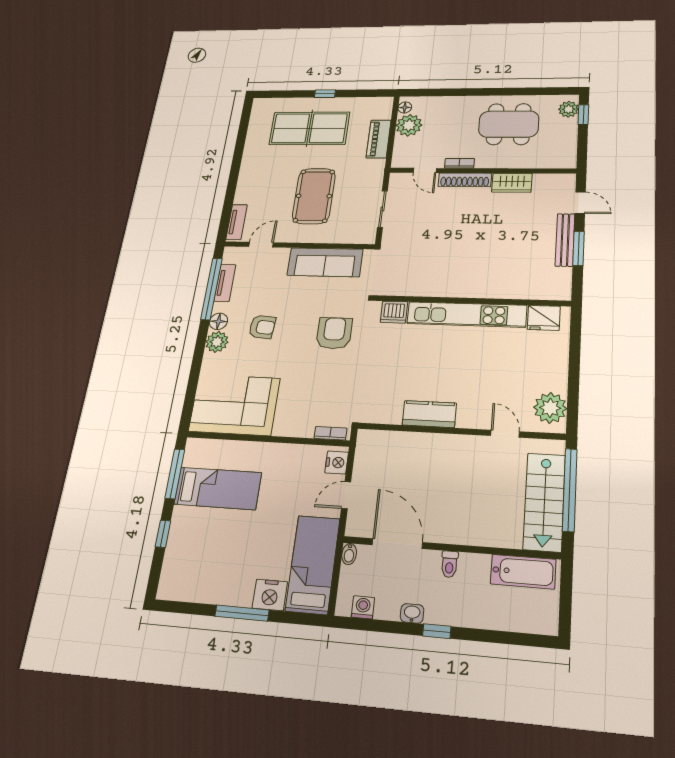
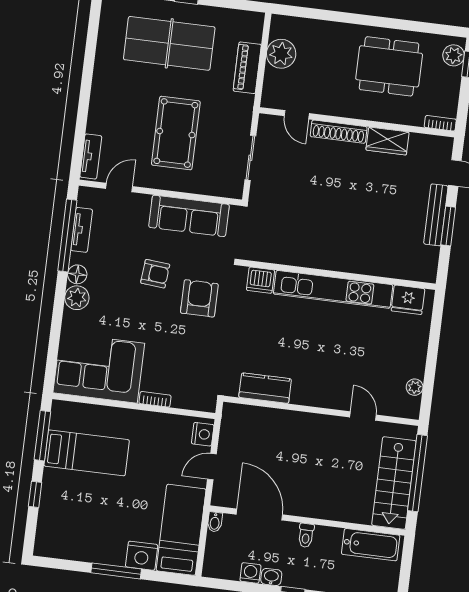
floor lamp: (405, 107) -> (277, 29), removed
bookcase: (460, 163) -> (440, 123), moved
armchair: (262, 327) -> (155, 274), moved
plant: (550, 408) -> (415, 387), width x0.53, depth x0.53
kitchen counter: (429, 414) -> (265, 388), moved
bookcase: (330, 433) -> (155, 399), moved
washing machine: (363, 607) -> (250, 573), moved

